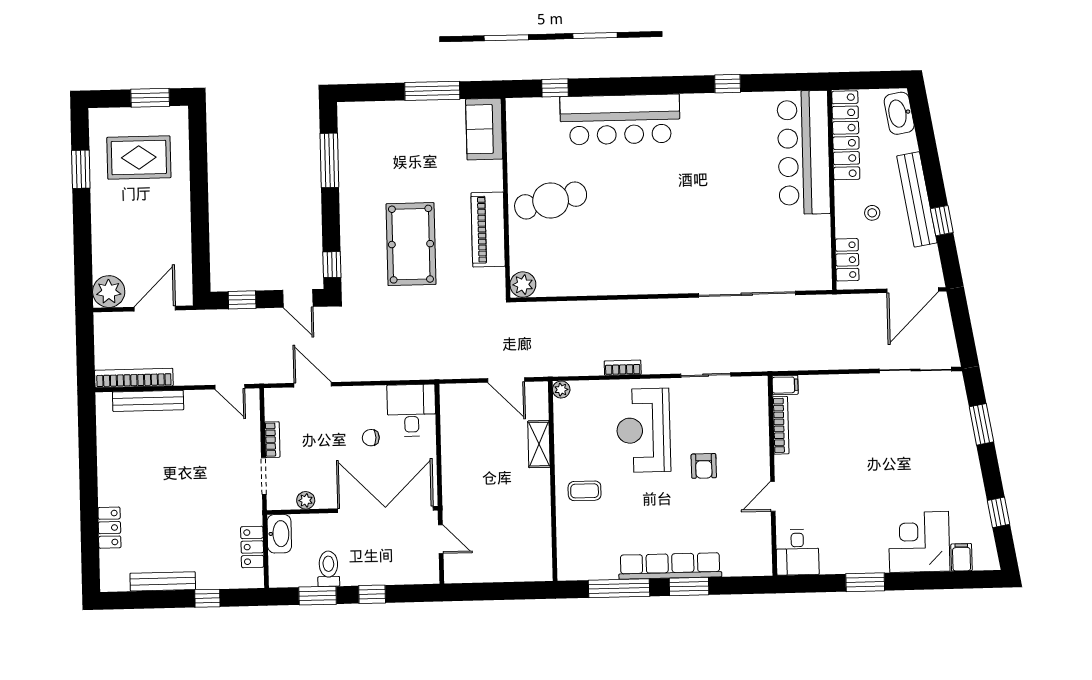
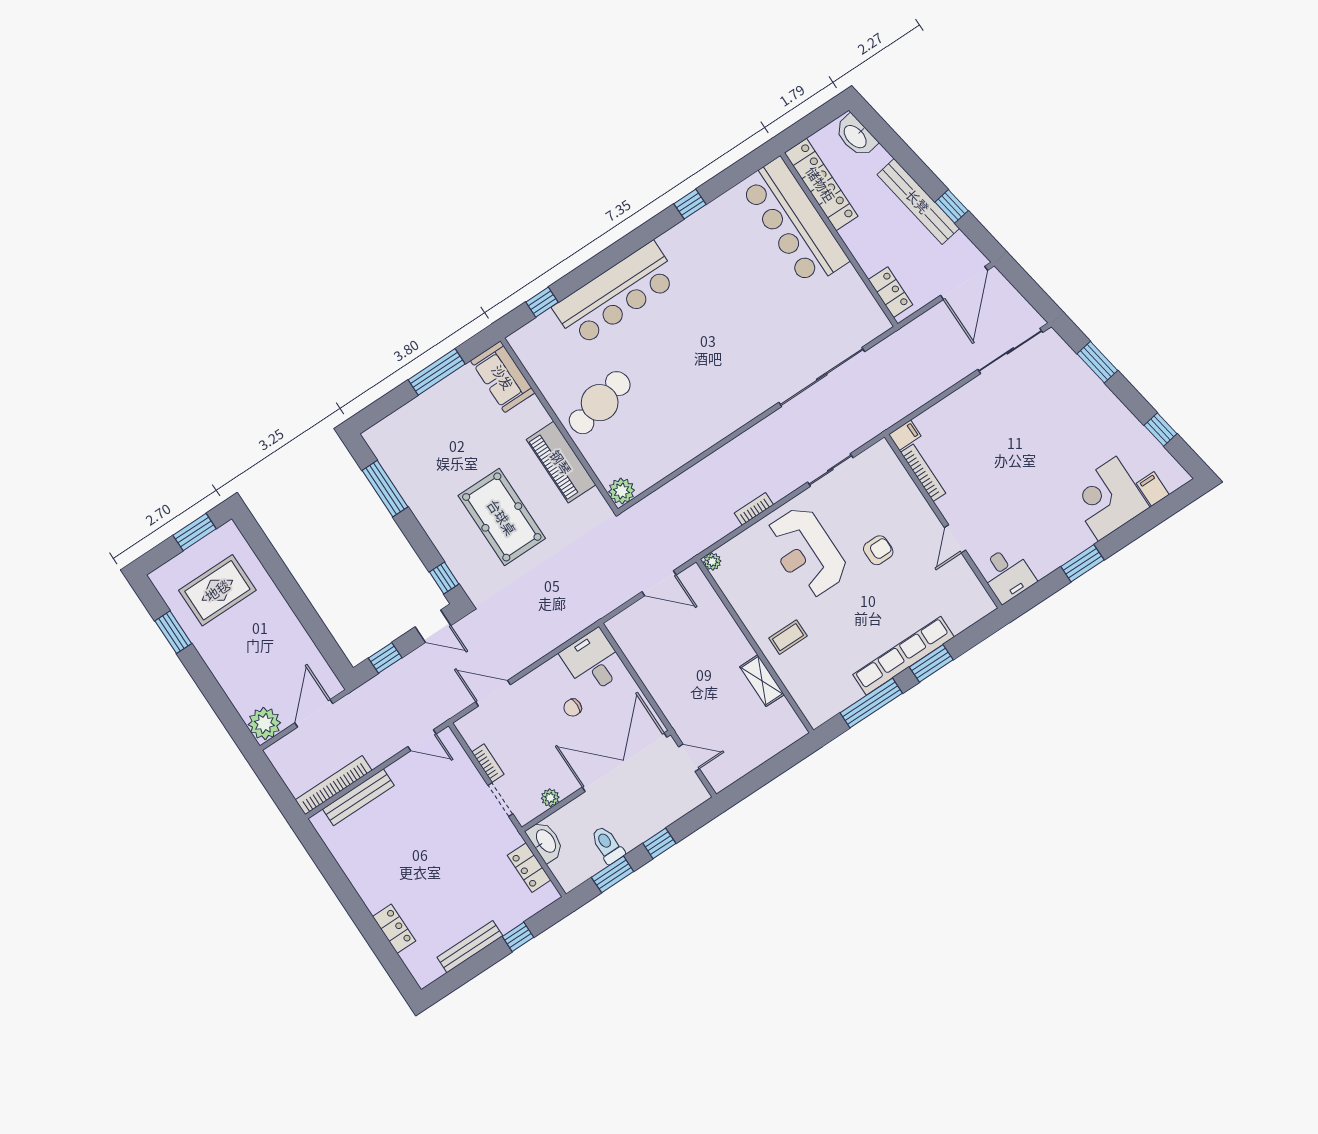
stool: (872, 213) -> (887, 238), removed
shelving: (539, 444) -> (762, 681), moved
armchair: (704, 466) -> (878, 550), turned -90

